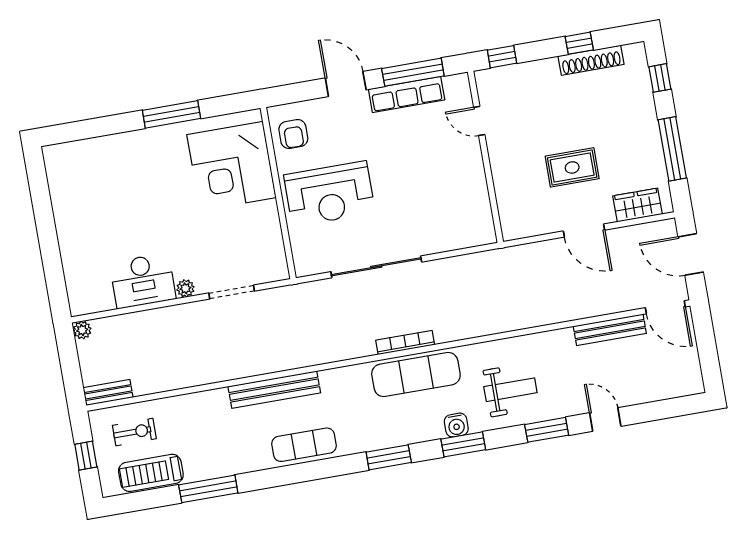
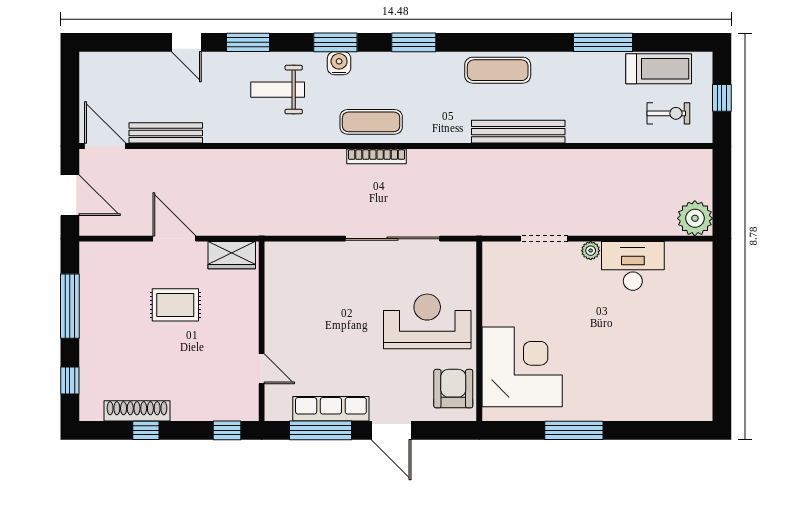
armchair: (293, 134) -> (453, 389), width x1.38, depth x1.38
wardrobe: (638, 205) -> (232, 255), moved
plant: (82, 330) -> (695, 218), width x1.87, depth x1.87
exercise mat: (416, 374) -> (371, 122), width x0.73, depth x0.69
bench: (108, 393) -> (688, 158), removed
exercise bike: (134, 432) -> (668, 113), turned 180

